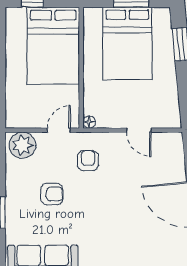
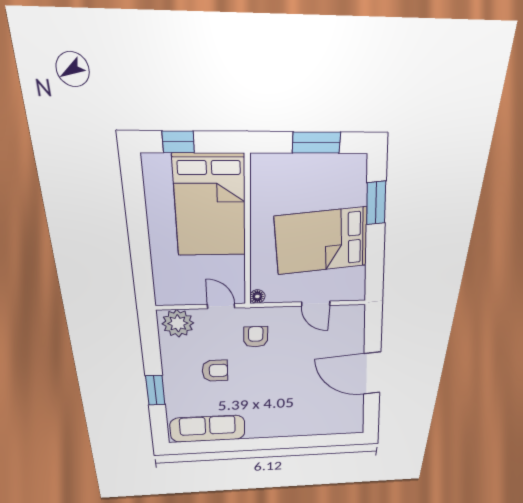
bed: (127, 44) -> (321, 241), moved, turned 84
door: (59, 130) -> (221, 306), hinge flipped

